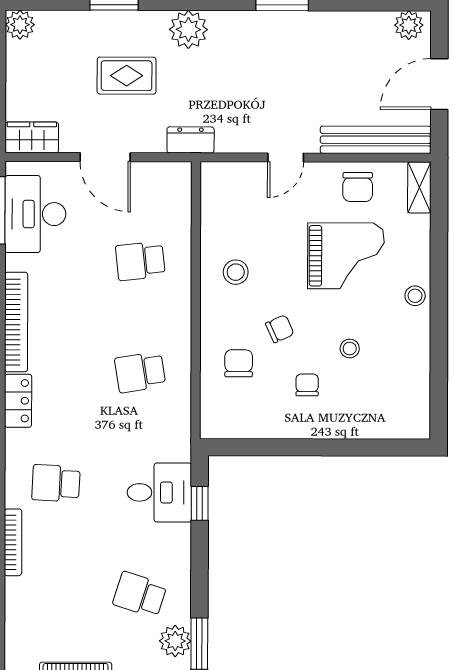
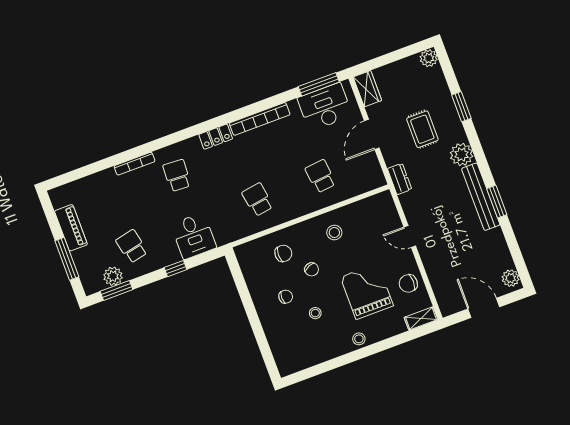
bench: (376, 140) -> (481, 197), moved
grand piano: (346, 256) -> (367, 291), turned 180
window: (200, 503) -> (175, 269), moved
school desk: (140, 595) -> (132, 246), turned -30

